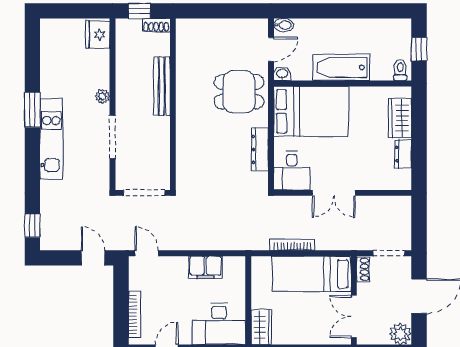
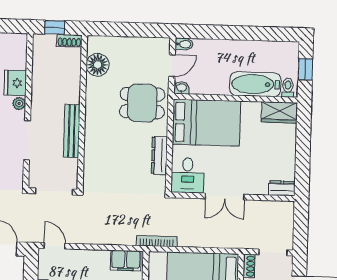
fridge: (98, 35) -> (15, 83), moved
floor lamp: (188, 51) -> (98, 65), added
bathtub: (341, 67) -> (255, 84), moved
bench: (162, 86) -> (72, 131), moved
wardrobe: (400, 118) -> (280, 112), moved, turned -90
dresser: (403, 154) -> (282, 188), moved, turned 90
bookcase: (292, 245) -> (157, 241), moved
filing cabinet: (206, 267) -> (126, 261), moved

